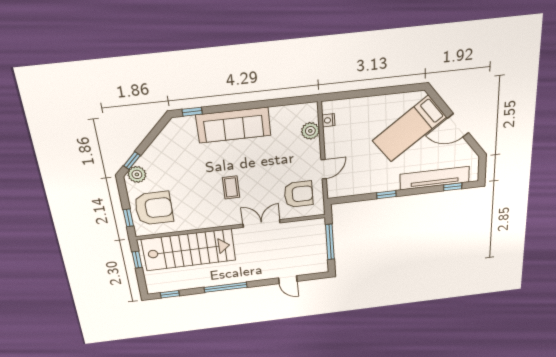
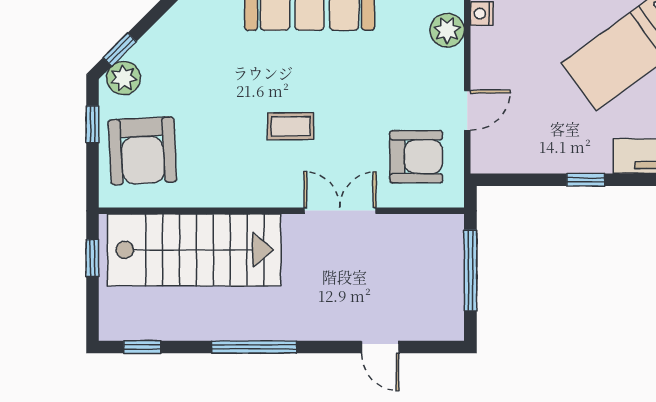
coffee table: (231, 187) -> (291, 126), turned 90
armchair: (154, 208) -> (142, 151), turned 87
window: (128, 218) -> (92, 124), moved

